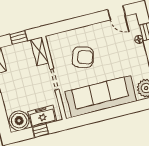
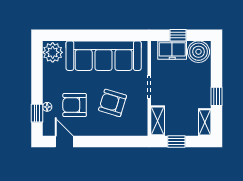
armchair: (115, 47) -> (75, 105), added

